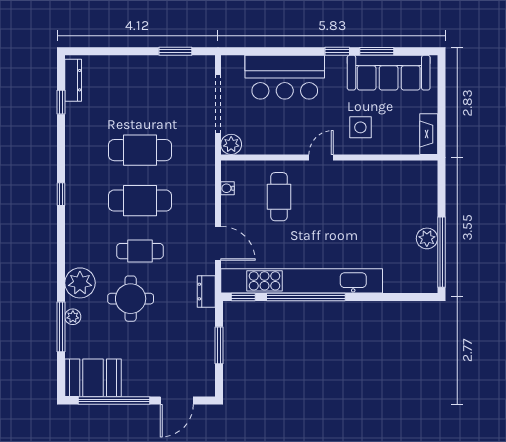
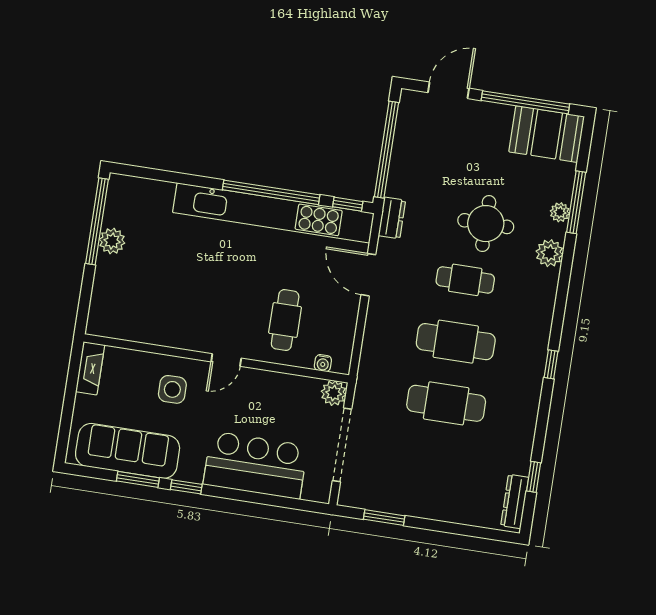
water cooler: (227, 188) -> (323, 363), moved, turned 90
plant: (80, 283) -> (550, 253), width x0.73, depth x0.73
window: (219, 345) -> (387, 150), width x2.11

